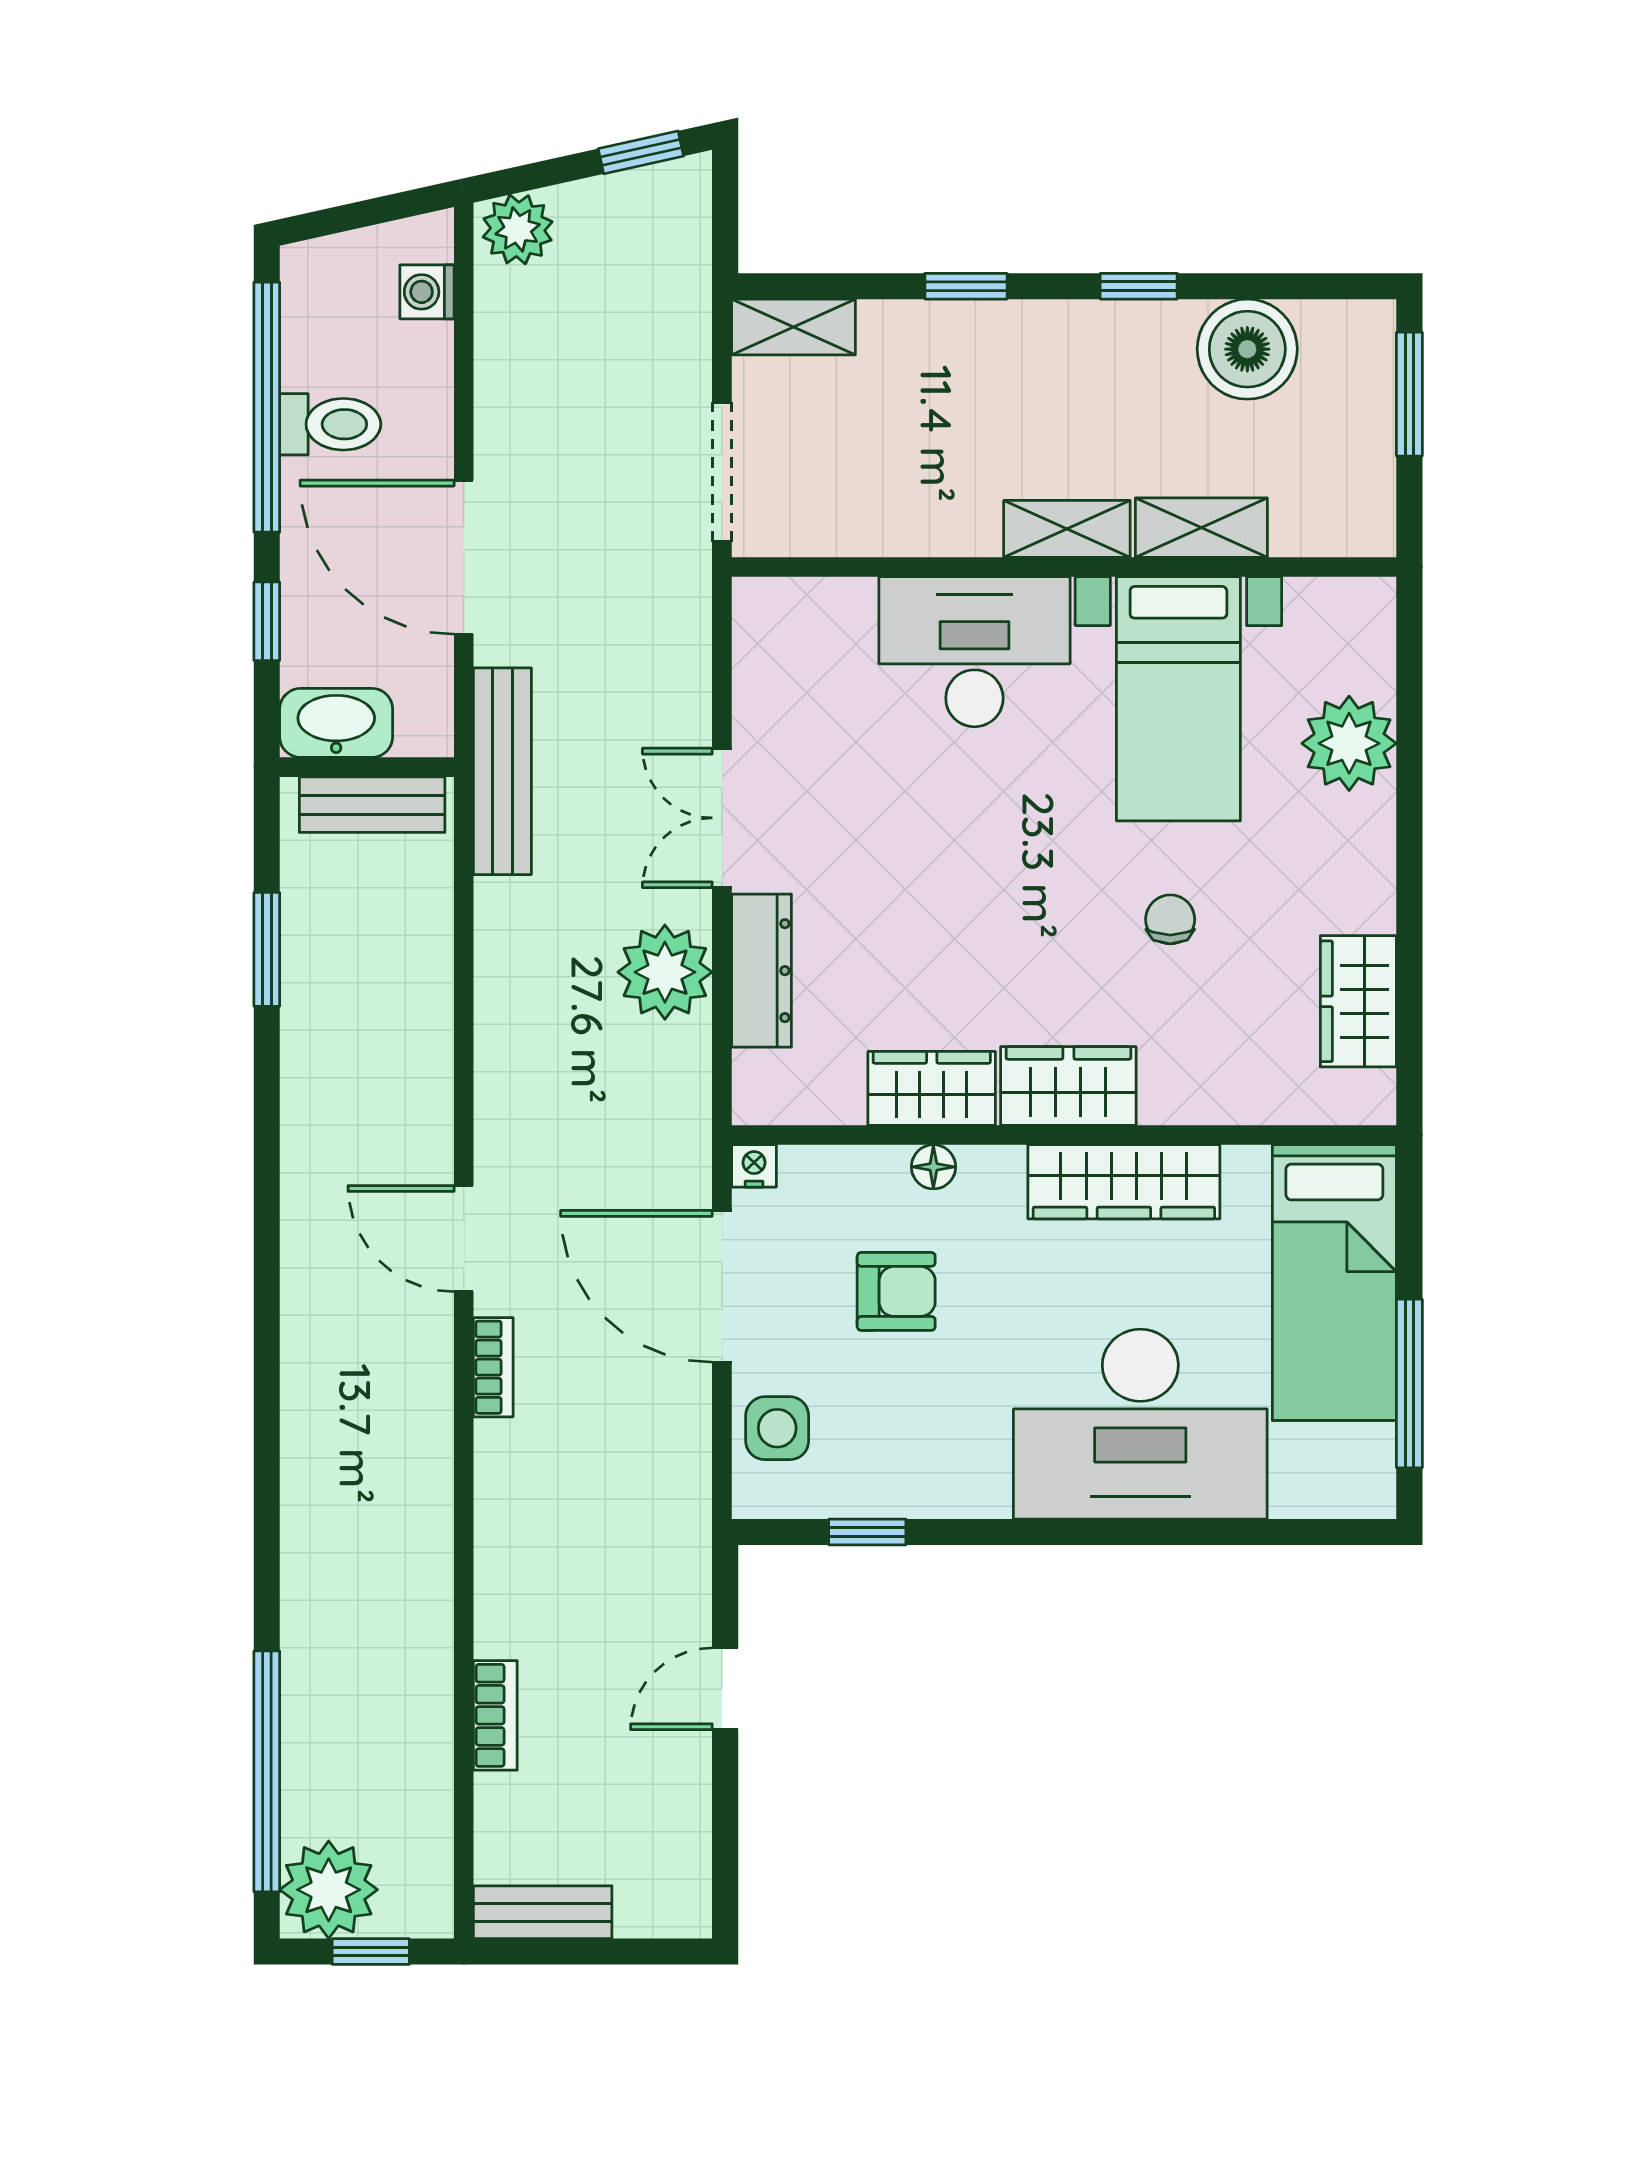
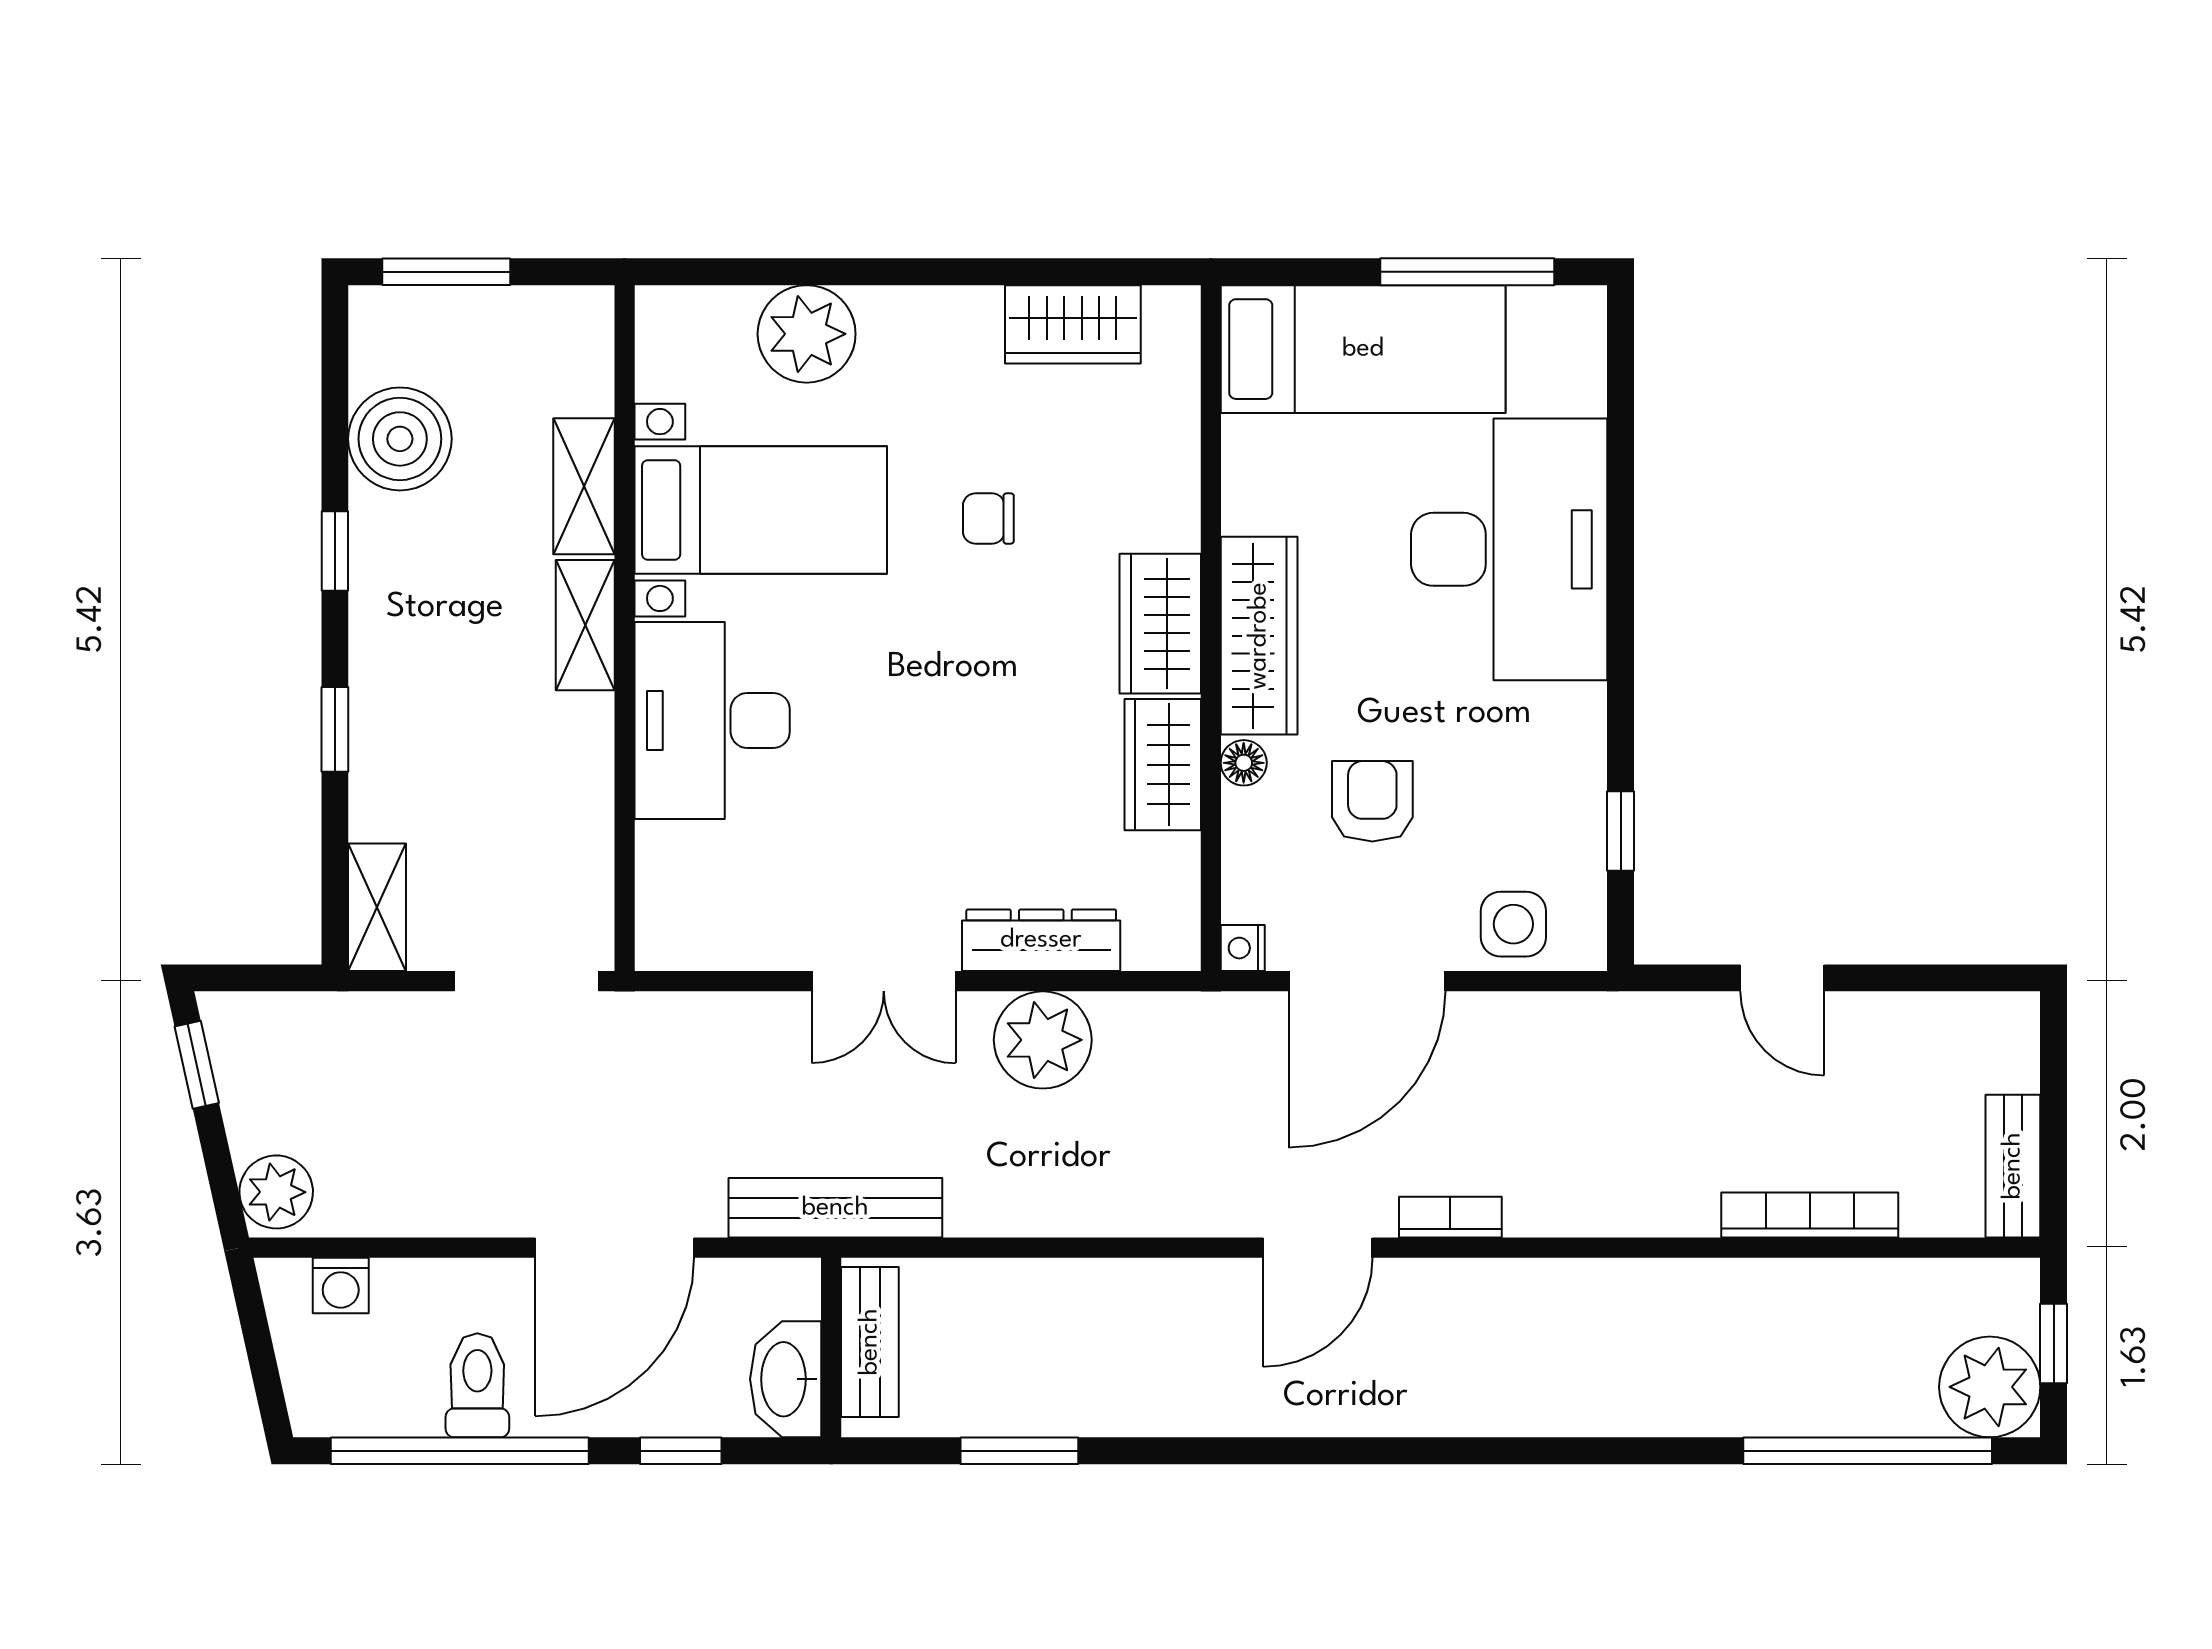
wardrobe: (1124, 1182) -> (1259, 636), moved
bookcase: (495, 1715) -> (1810, 1215), width x1.56

